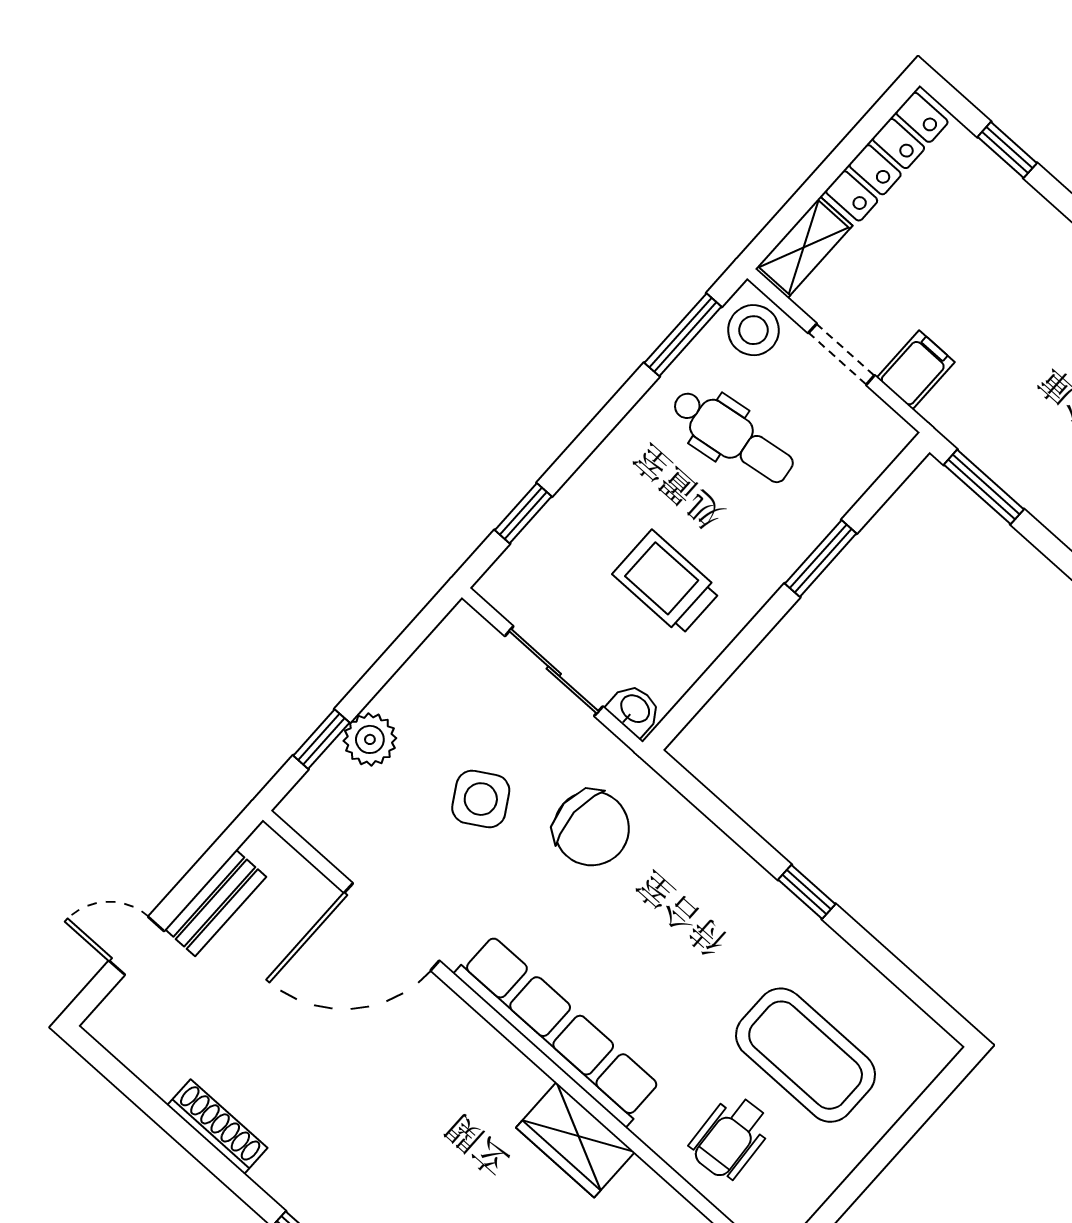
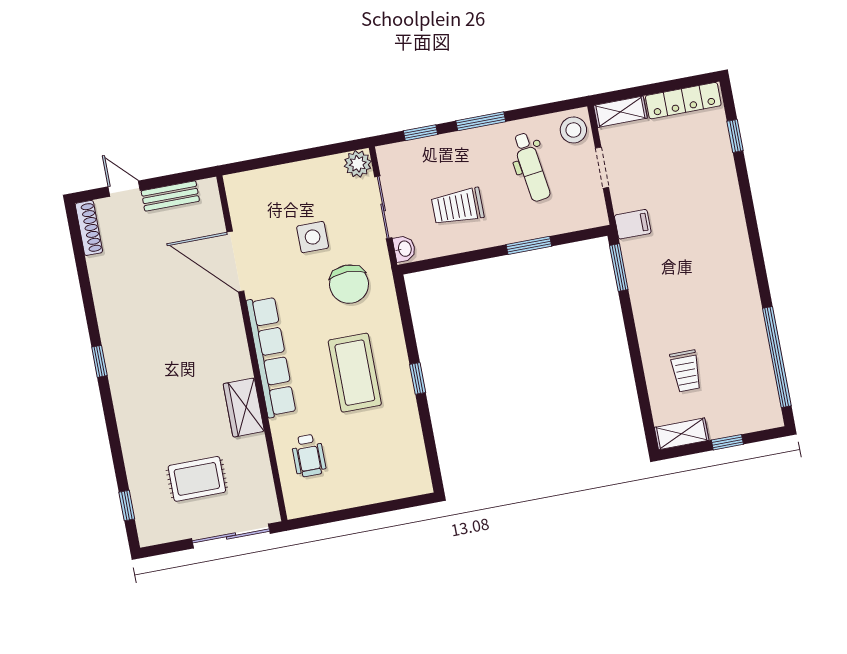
window: (683, 335) -> (481, 121), moved
filing cabinet: (916, 370) -> (633, 224), moved
trolley: (667, 583) -> (458, 207), turned -90
window: (321, 739) -> (266, 162), removed
plant: (370, 739) -> (358, 164), moved
side table: (481, 799) -> (313, 237), turned 31
coffee table: (806, 1055) -> (355, 373), moved
shoe rack: (217, 1127) -> (89, 228), moved
wheelchair: (730, 1137) -> (309, 455), turned -86

